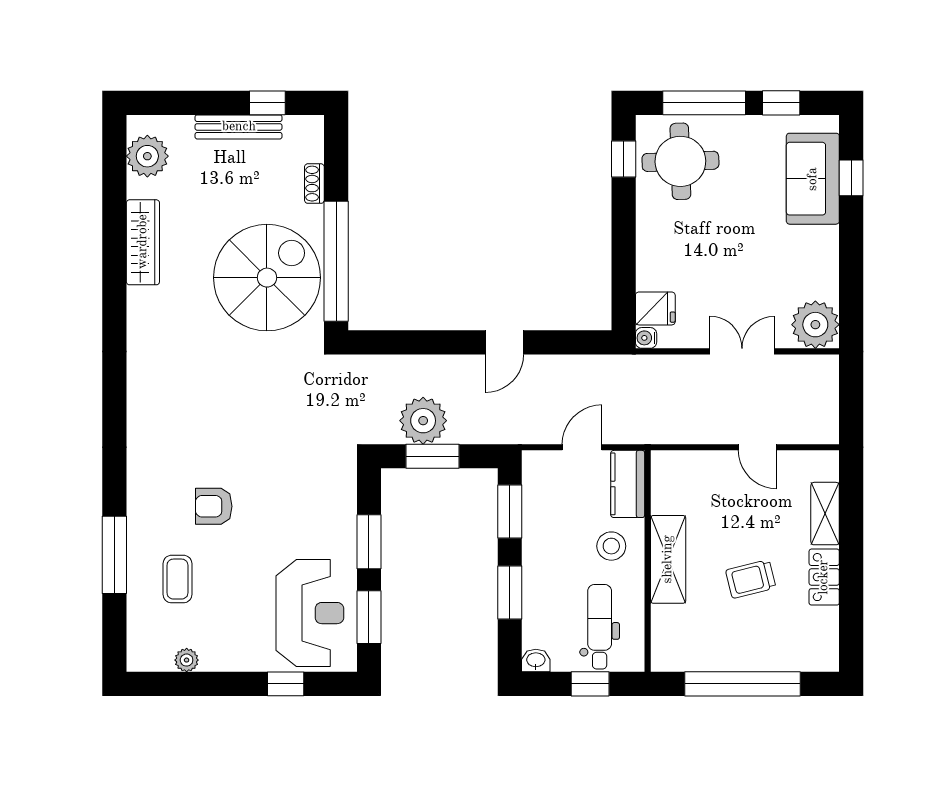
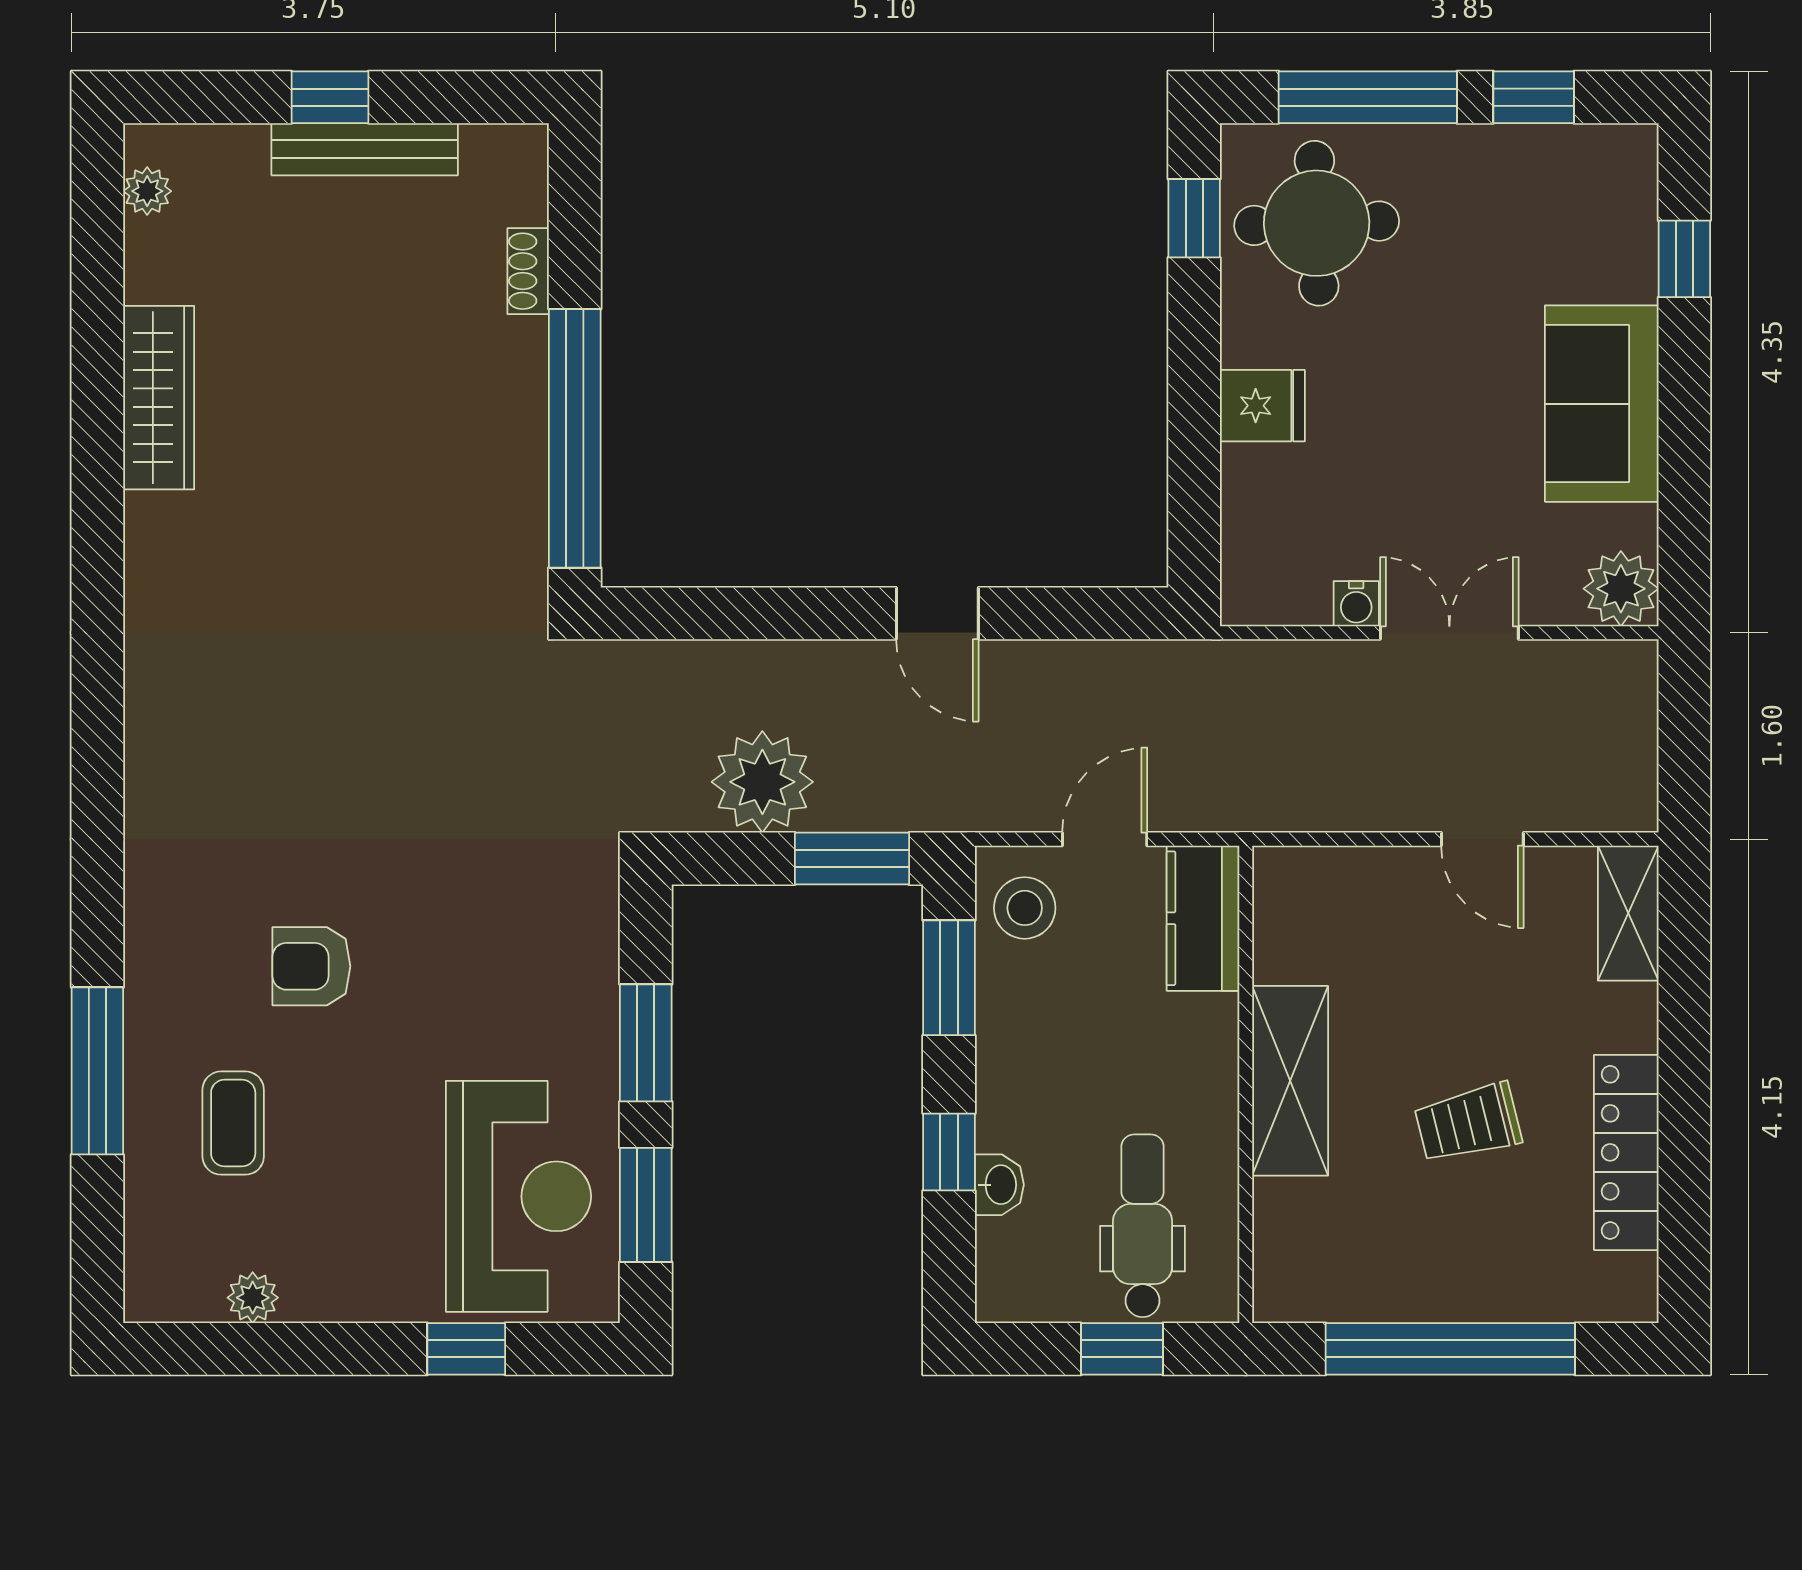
window: (267, 103) -> (330, 97), moved
plant: (147, 156) -> (147, 191), width x0.53, depth x0.53
sofa: (813, 179) -> (1602, 404), moved
spiral stairs: (267, 278) -> (426, 474), removed
fridge: (655, 308) -> (1262, 406), moved
plant: (815, 325) -> (1621, 589), width x0.73, depth x0.73
water cooler: (646, 338) -> (1356, 604), moved, turned -90
door: (504, 342) -> (937, 613), hinge flipped
window: (433, 456) -> (852, 859), moved
shelving: (825, 514) -> (1628, 913), moved
stool: (611, 546) -> (1025, 908), moved
locker: (824, 577) -> (1626, 1152), width x1.53
window: (510, 592) -> (949, 1152), width x0.67
washbasin: (536, 660) -> (999, 1185), moved, turned 90

